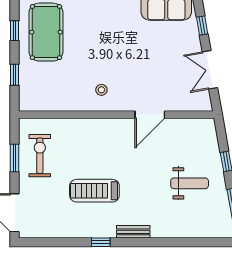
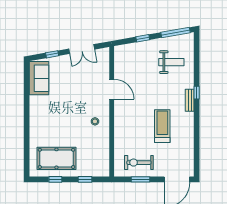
weight bench: (190, 183) -> (171, 62), moved, turned 90
treadmill: (94, 191) -> (162, 126), turned 180
window: (101, 242) -> (197, 93), moved

